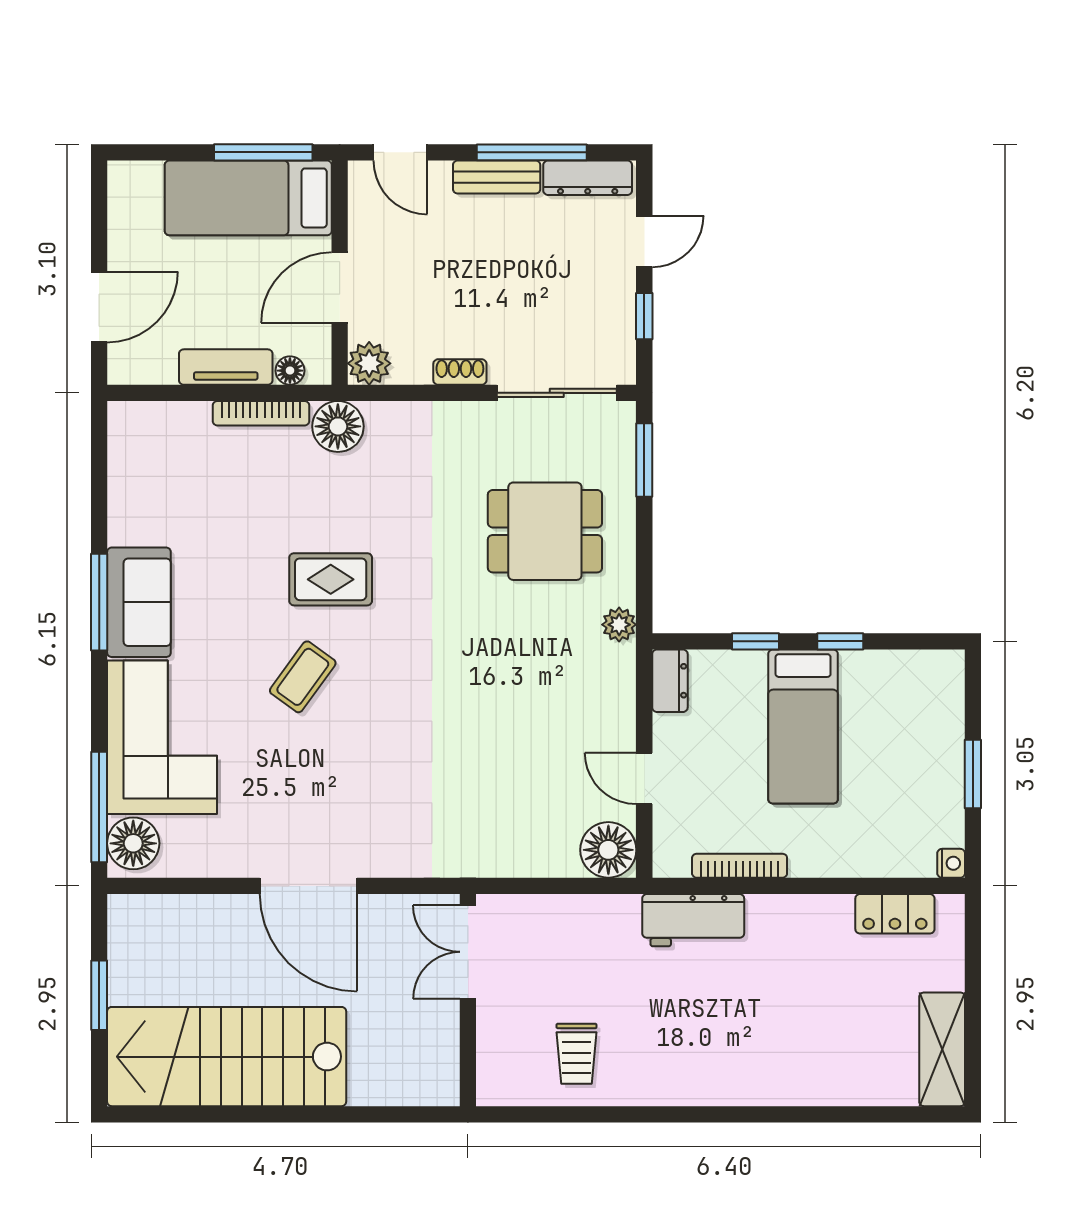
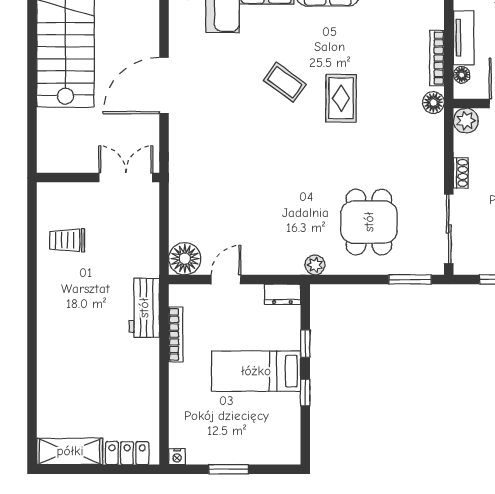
floor lamp: (338, 426) -> (433, 103), width x0.73, depth x0.73
locker: (895, 914) -> (127, 453), moved, turned 90

